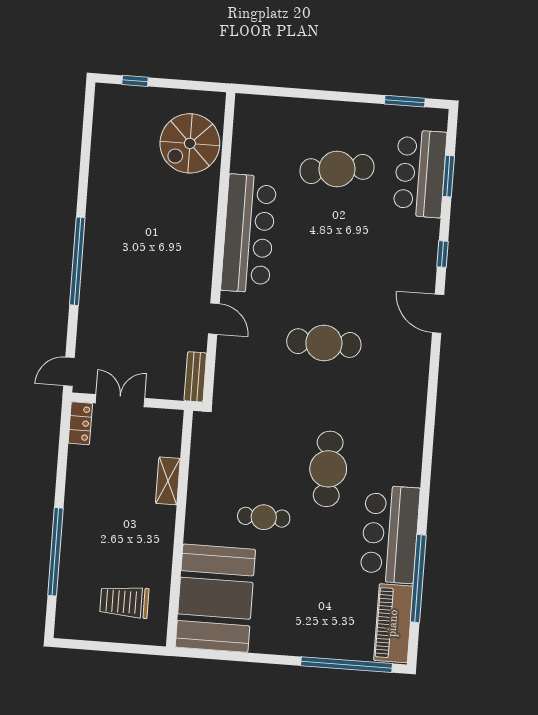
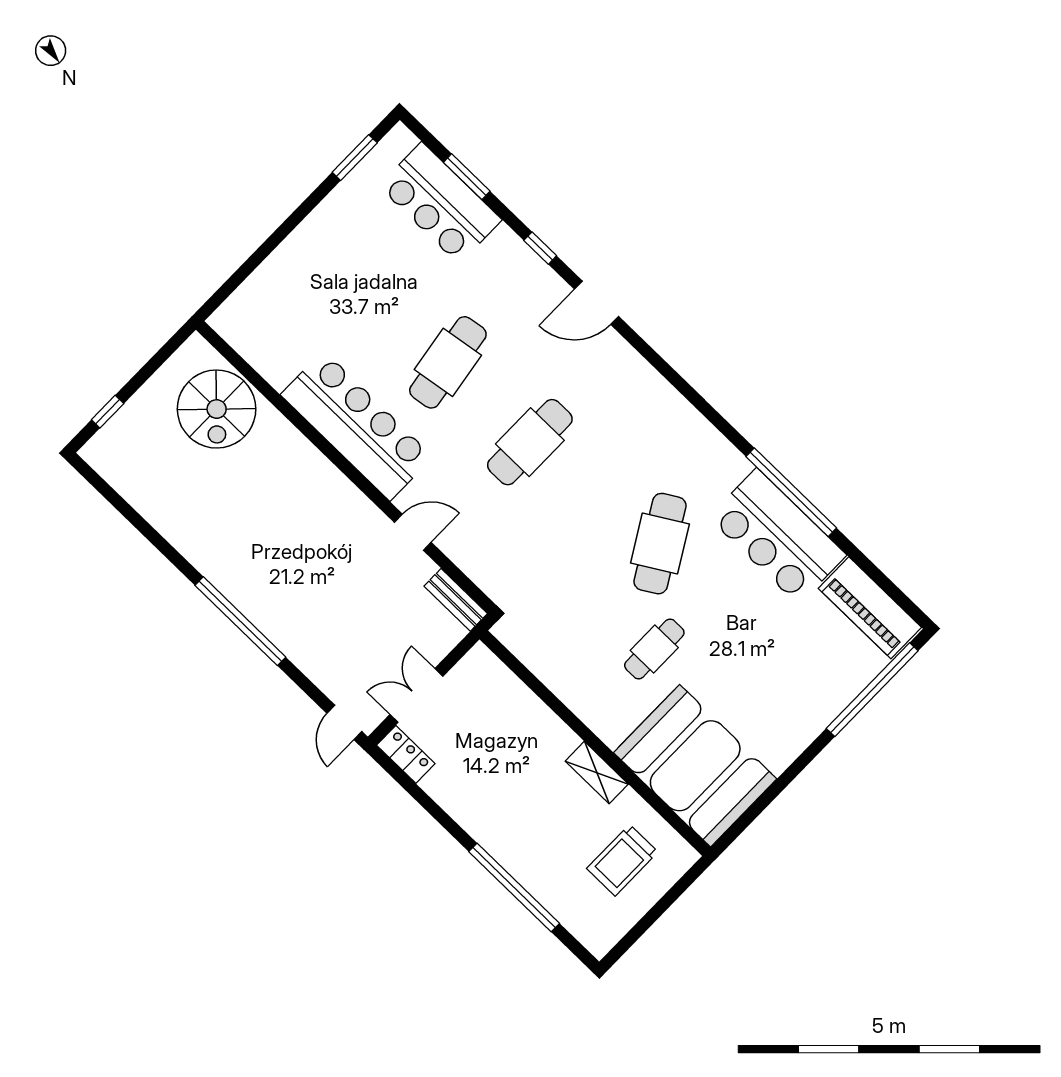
cafe table: (337, 169) -> (448, 362), moved
cafe table: (328, 469) -> (660, 544), turned 59
shelving: (168, 481) -> (597, 773), moved
window: (418, 578) -> (791, 492), moved

